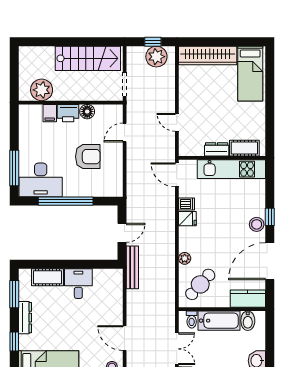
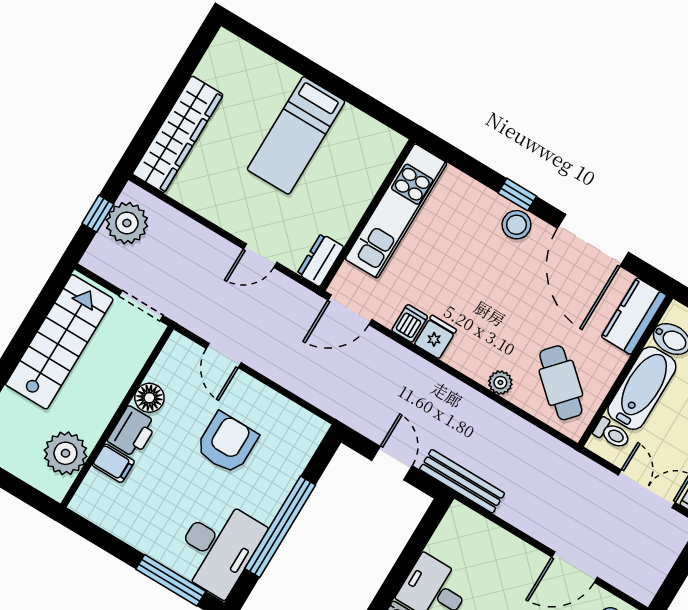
bed: (250, 74) -> (296, 135), moved, turned 90
cot: (244, 148) -> (374, 167), removed
dresser: (217, 149) -> (320, 260), moved

